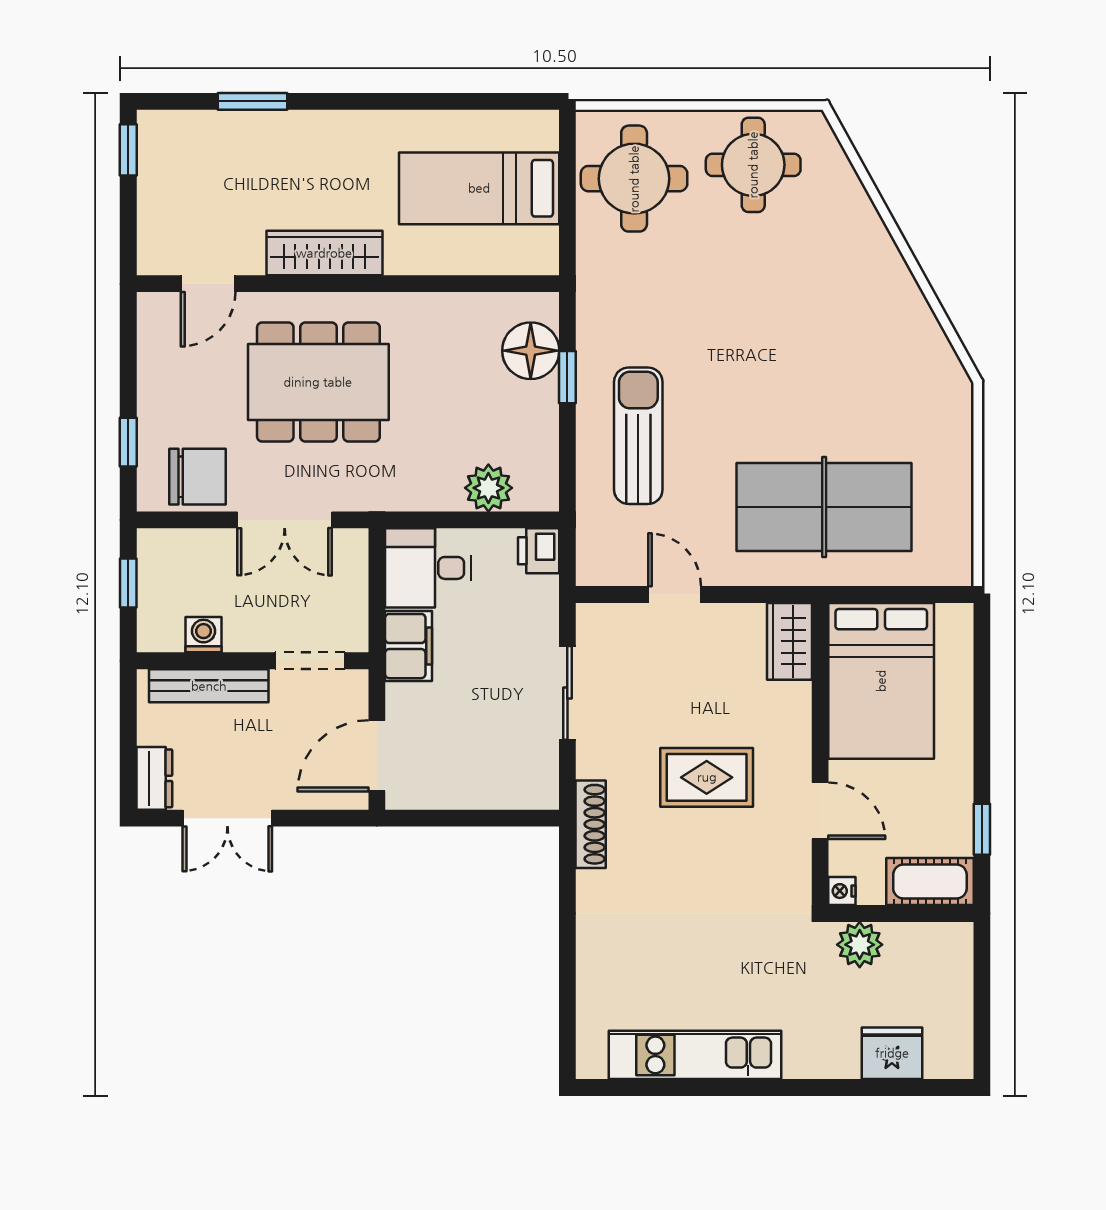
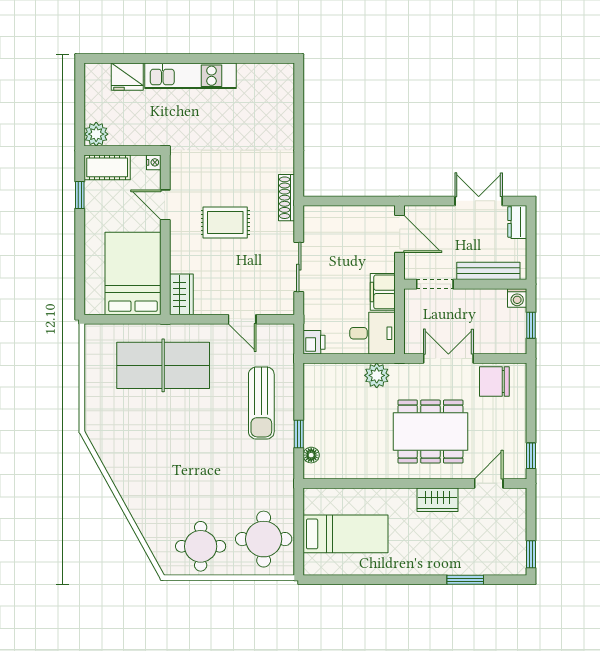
wardrobe: (324, 253) -> (437, 500), width x0.67
floor lamp: (531, 351) -> (311, 455), width x0.53, depth x0.53
window: (128, 442) -> (531, 456), moved
plant: (488, 488) -> (377, 375), moved
washing machine: (204, 635) -> (517, 298), moved
door: (377, 756) -> (400, 234), hinge flipped
plant: (860, 945) -> (96, 134), moved
kitchen unit: (695, 1055) -> (191, 76), moved

